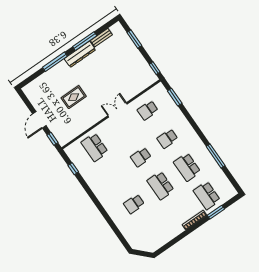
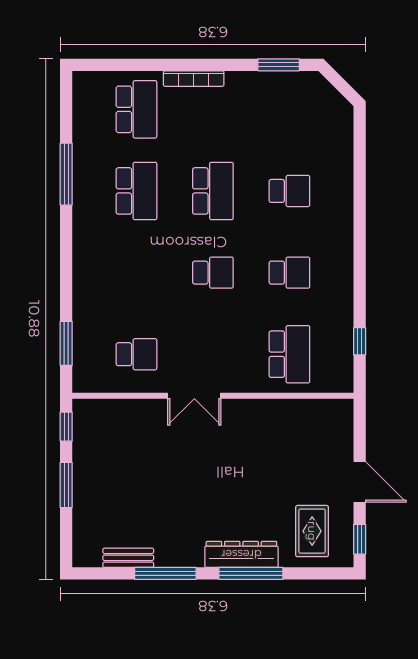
window: (134, 39) -> (66, 485), moved
dresser: (80, 54) -> (241, 554), moved
rug: (74, 97) -> (312, 531), moved, turned 90
door: (39, 120) -> (360, 482), hinge flipped
window: (52, 139) -> (360, 539), moved
school desk: (167, 139) -> (289, 273), moved
window: (216, 212) -> (279, 65), moved

